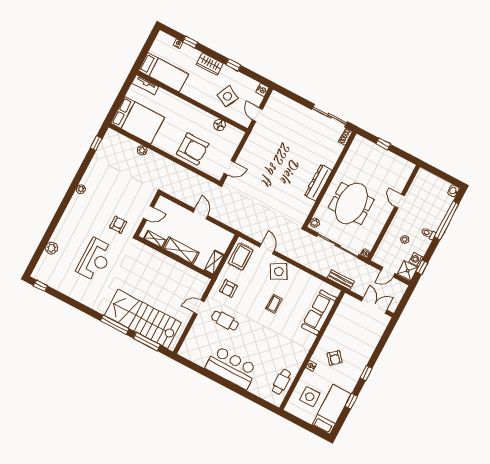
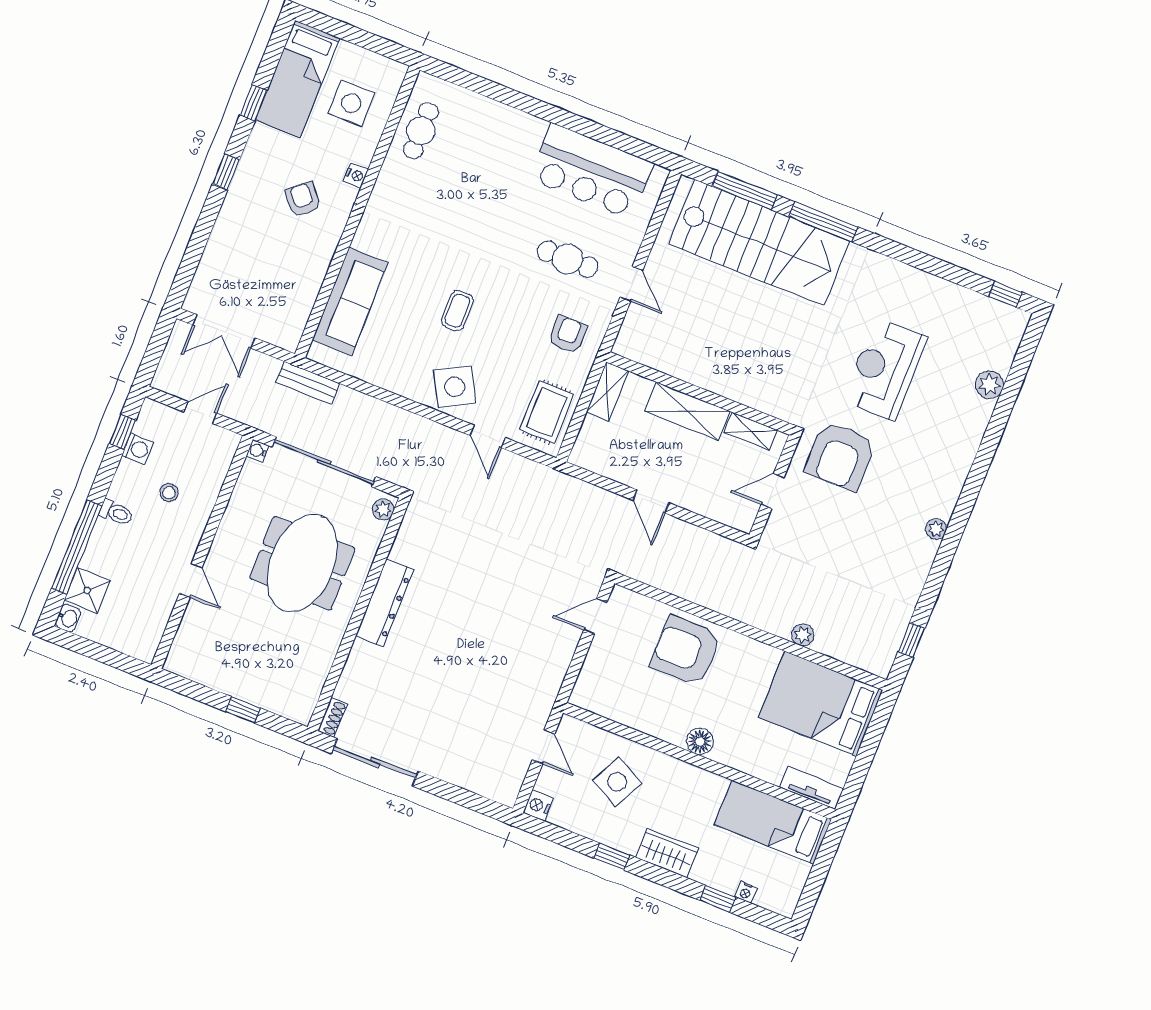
floor lamp: (219, 125) -> (700, 741), moved
armchair: (118, 225) -> (840, 456), width x1.88, depth x1.88
shower: (408, 271) -> (87, 590), moved
door: (199, 307) -> (631, 284), hinge flipped
bar counter: (231, 368) -> (591, 171), moved

